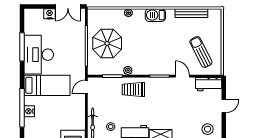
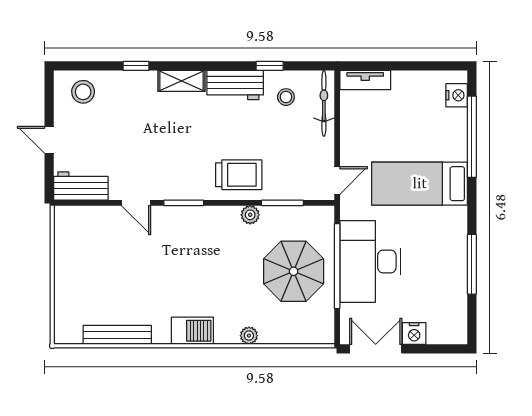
sun lounger: (201, 52) -> (97, 253), removed
desk: (39, 55) -> (370, 262), moved, turned 180
door: (224, 106) -> (49, 140), hinge flipped
nightstand: (29, 111) -> (457, 95), moved

